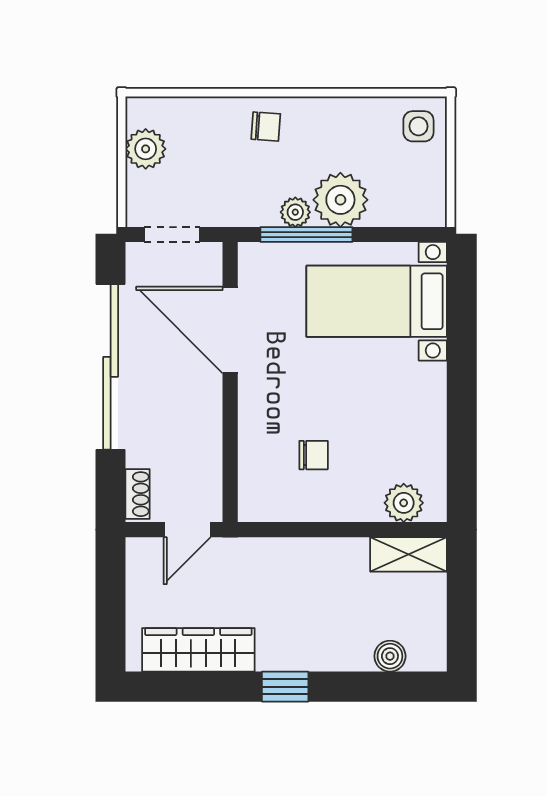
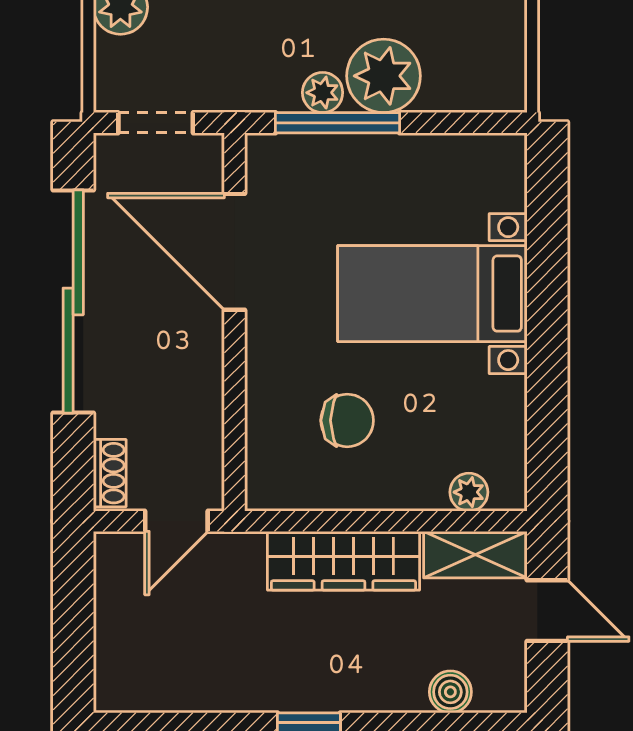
bed with nightstands: (377, 301) -> (432, 294), moved
chair: (314, 455) -> (347, 420), width x1.37, depth x1.37
plant: (404, 503) -> (469, 492), width x0.73, depth x0.73
door: (462, 596) -> (547, 611), added
wardrobe: (198, 650) -> (343, 561), moved, turned 180

